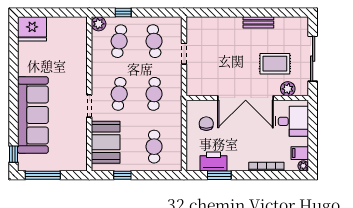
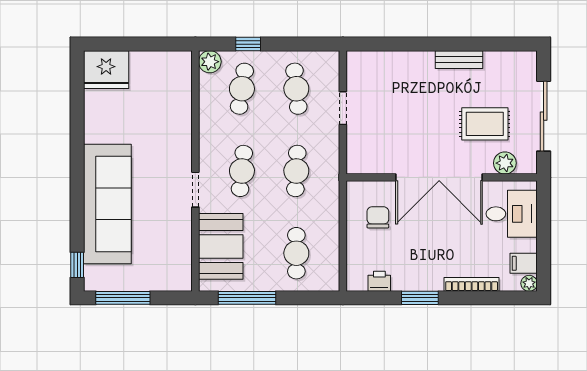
printer: (214, 161) -> (379, 281), width x0.53, depth x0.68
window: (122, 175) -> (247, 298), width x2.17
window: (219, 175) -> (420, 298), moved

